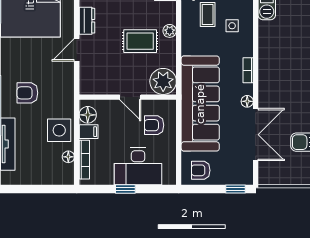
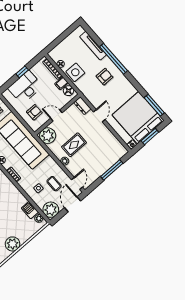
dresser: (87, 21) -> (82, 106), moved

